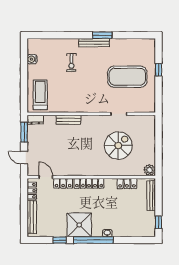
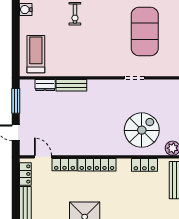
exercise mat: (127, 77) -> (145, 31), turned 90
dresser: (35, 120) -> (45, 85), moved
spiral stairs: (118, 146) -> (142, 130), moved

